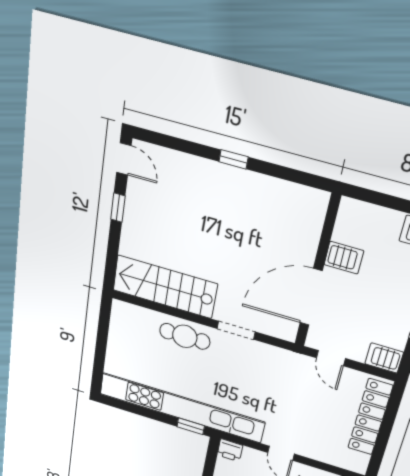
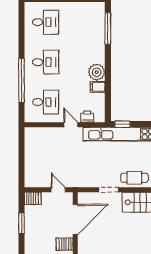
locker: (370, 417) -> (31, 163), removed
printer: (230, 450) -> (87, 117), moved

